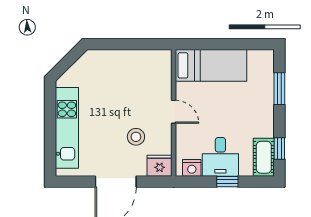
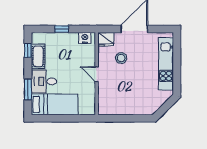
bed: (211, 65) -> (55, 104), moved, turned 180
desk: (220, 157) -> (44, 81), moved, turned -90
cot: (264, 157) -> (38, 56), moved

